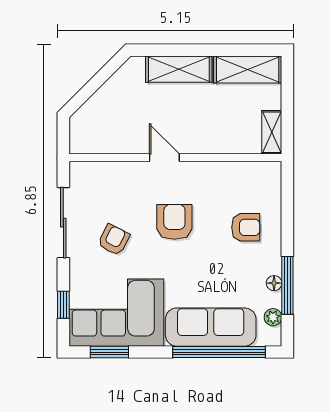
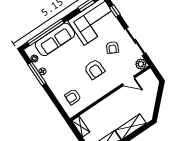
door: (164, 158) -> (129, 81), moved
plant: (81, 173) -> (141, 64), added
armchair: (246, 227) -> (73, 97), moved

